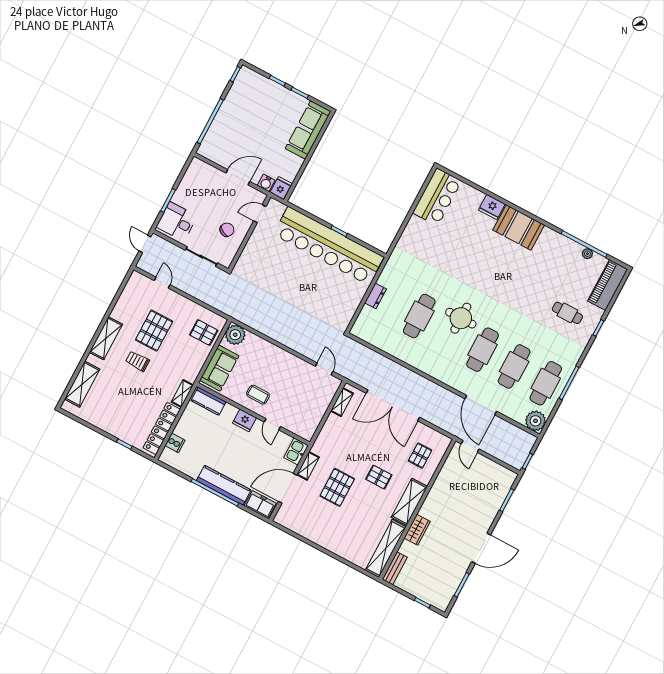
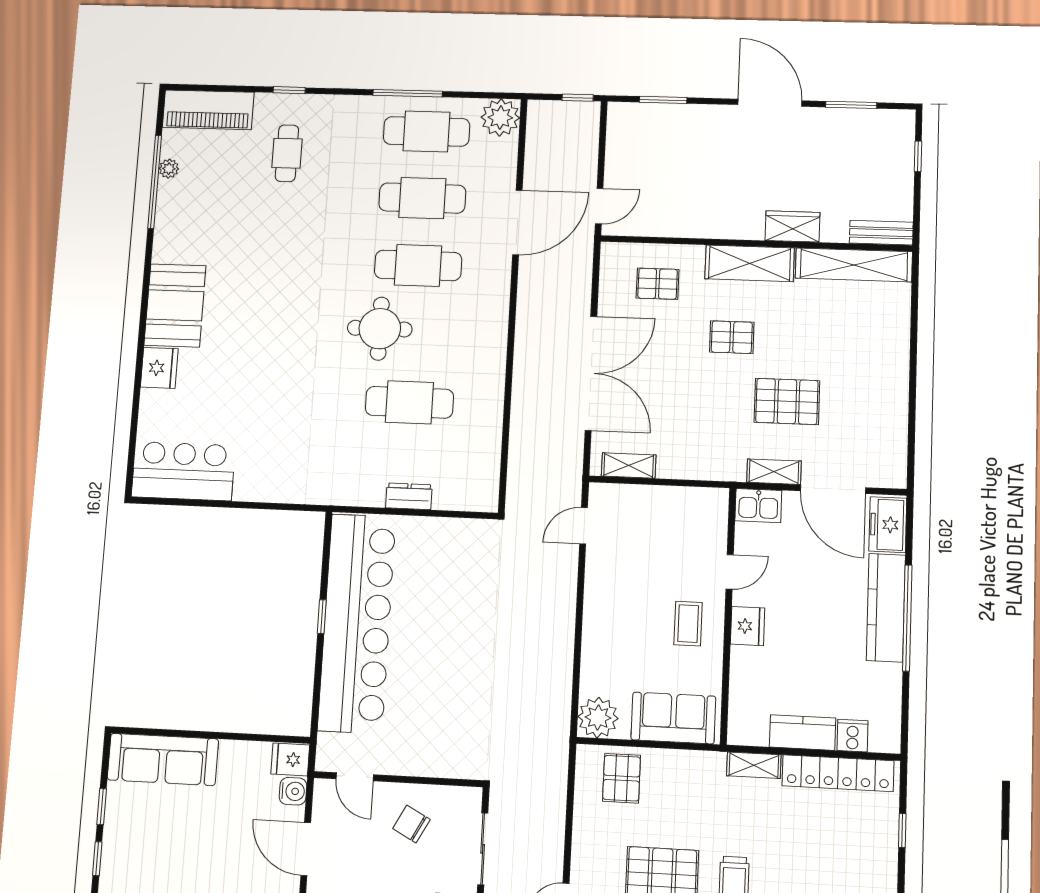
kitchen counter: (209, 401) -> (803, 733), moved, turned -90
pallet: (379, 477) -> (732, 337), turned 90

